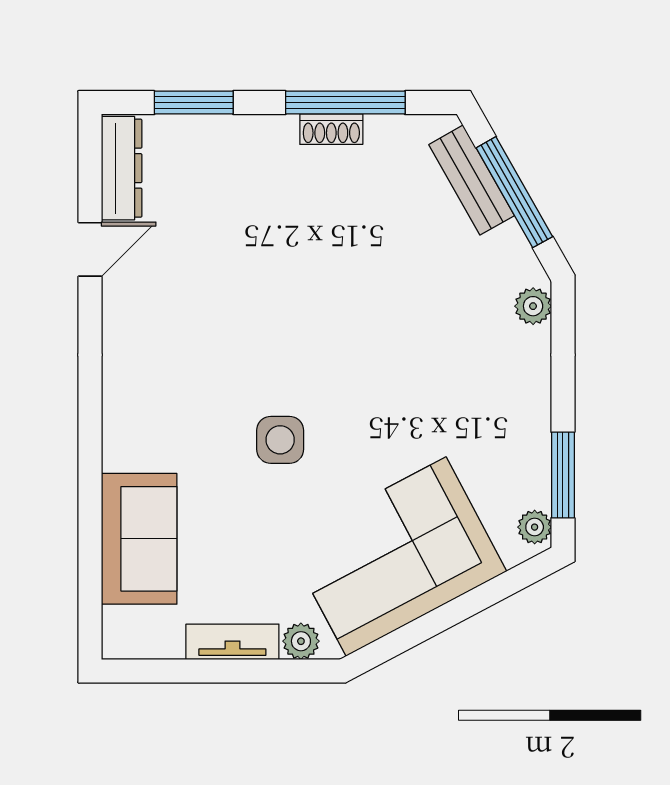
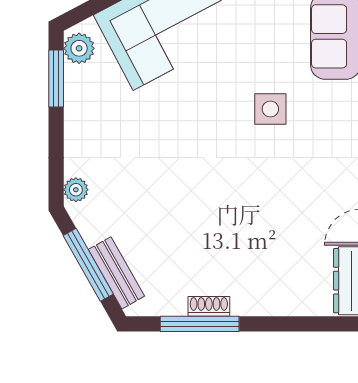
window: (194, 103) -> (300, 324), removed
side table: (280, 440) -> (270, 109), moved
plant: (535, 527) -> (79, 48), width x1.38, depth x1.38

